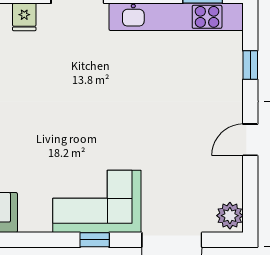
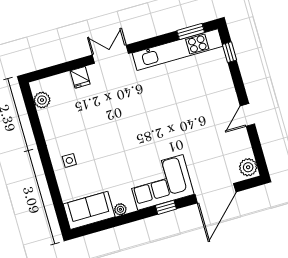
window: (250, 65) -> (230, 52), moved
plant: (28, 224) -> (120, 209), added

